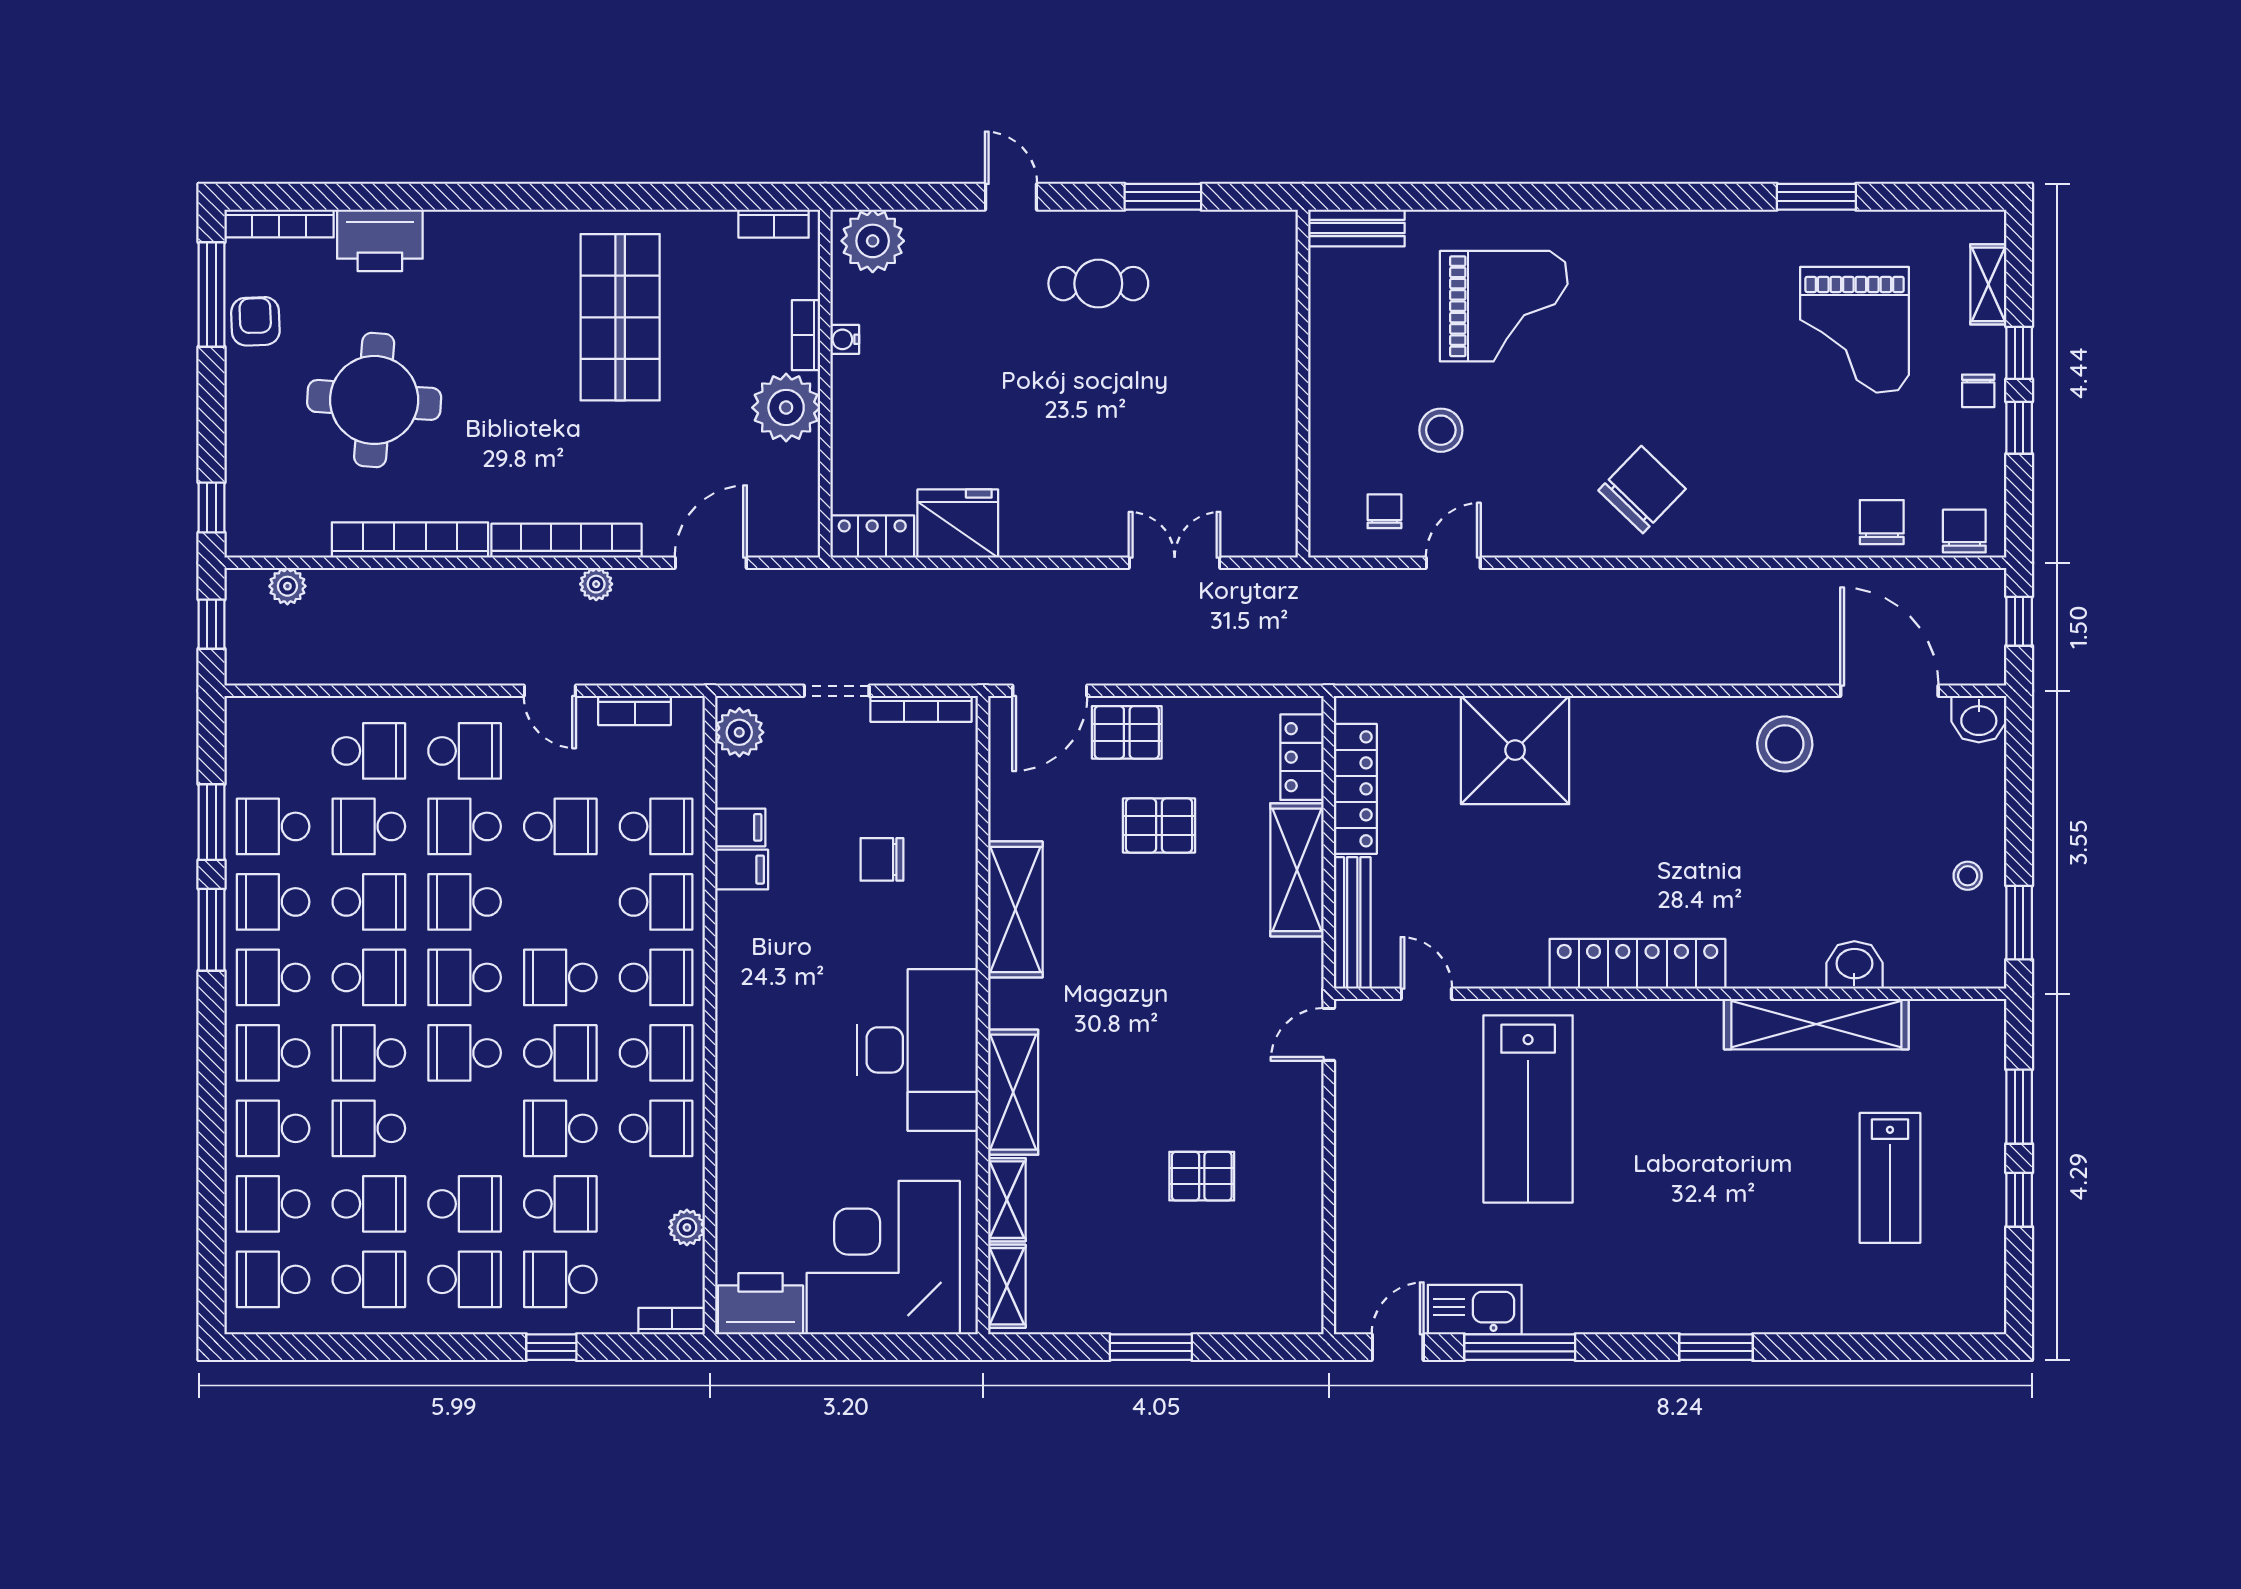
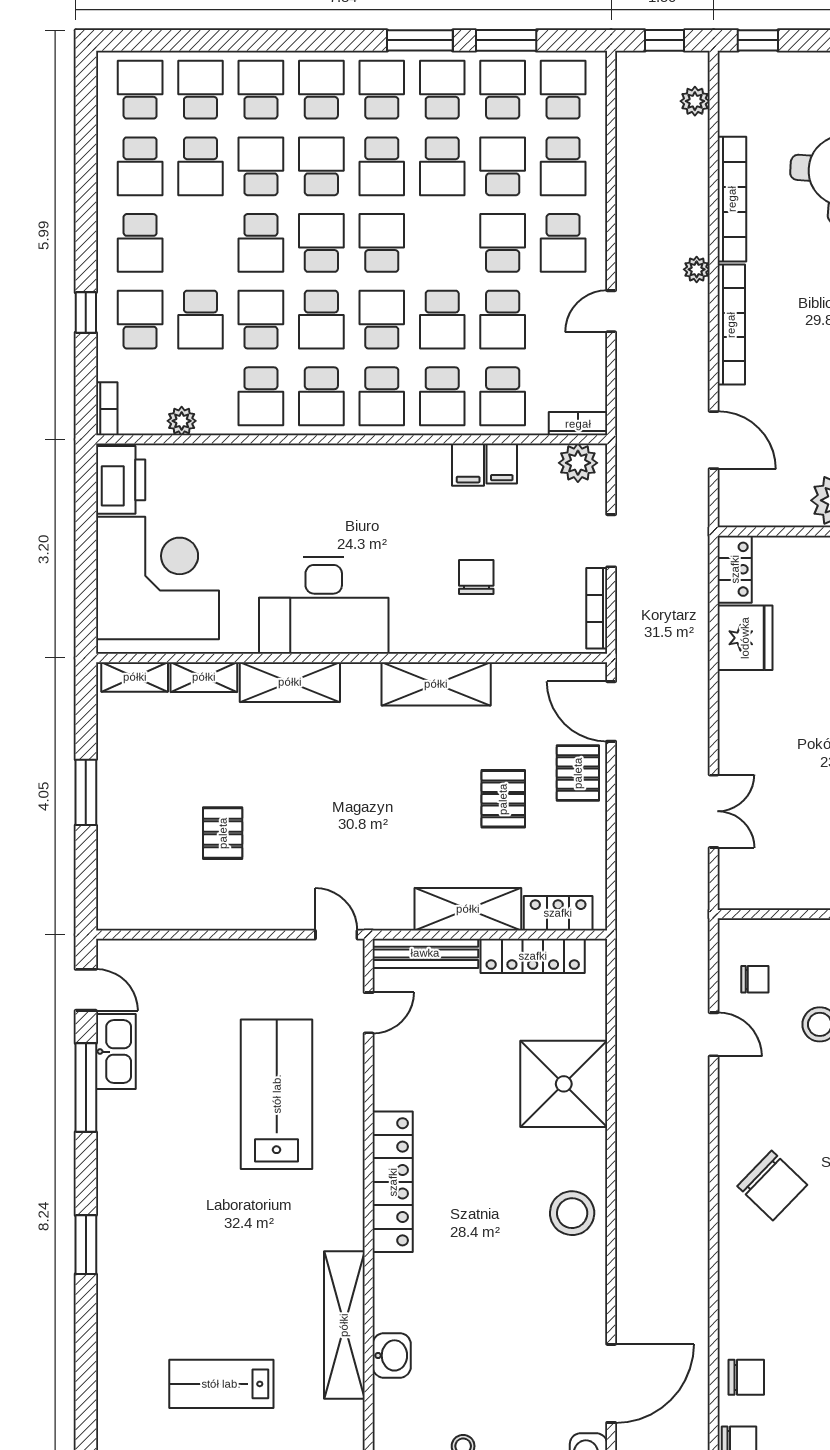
plant: (596, 584) -> (697, 269), moved
bookcase: (635, 710) -> (578, 424), moved, turned 90
stool: (1785, 744) -> (572, 1213), moved
school desk: (273, 751) -> (563, 90), added
school desk: (465, 902) -> (442, 320), moved, turned 180
lab bench: (1528, 1109) -> (277, 1094), turned 90
school desk: (465, 1204) -> (261, 243), moved

